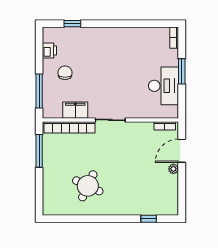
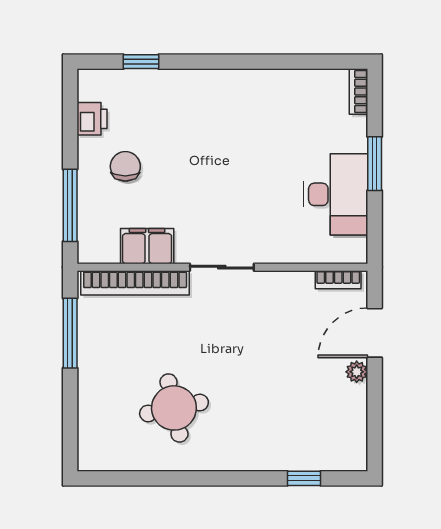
round table: (88, 186) -> (174, 408), turned -37

